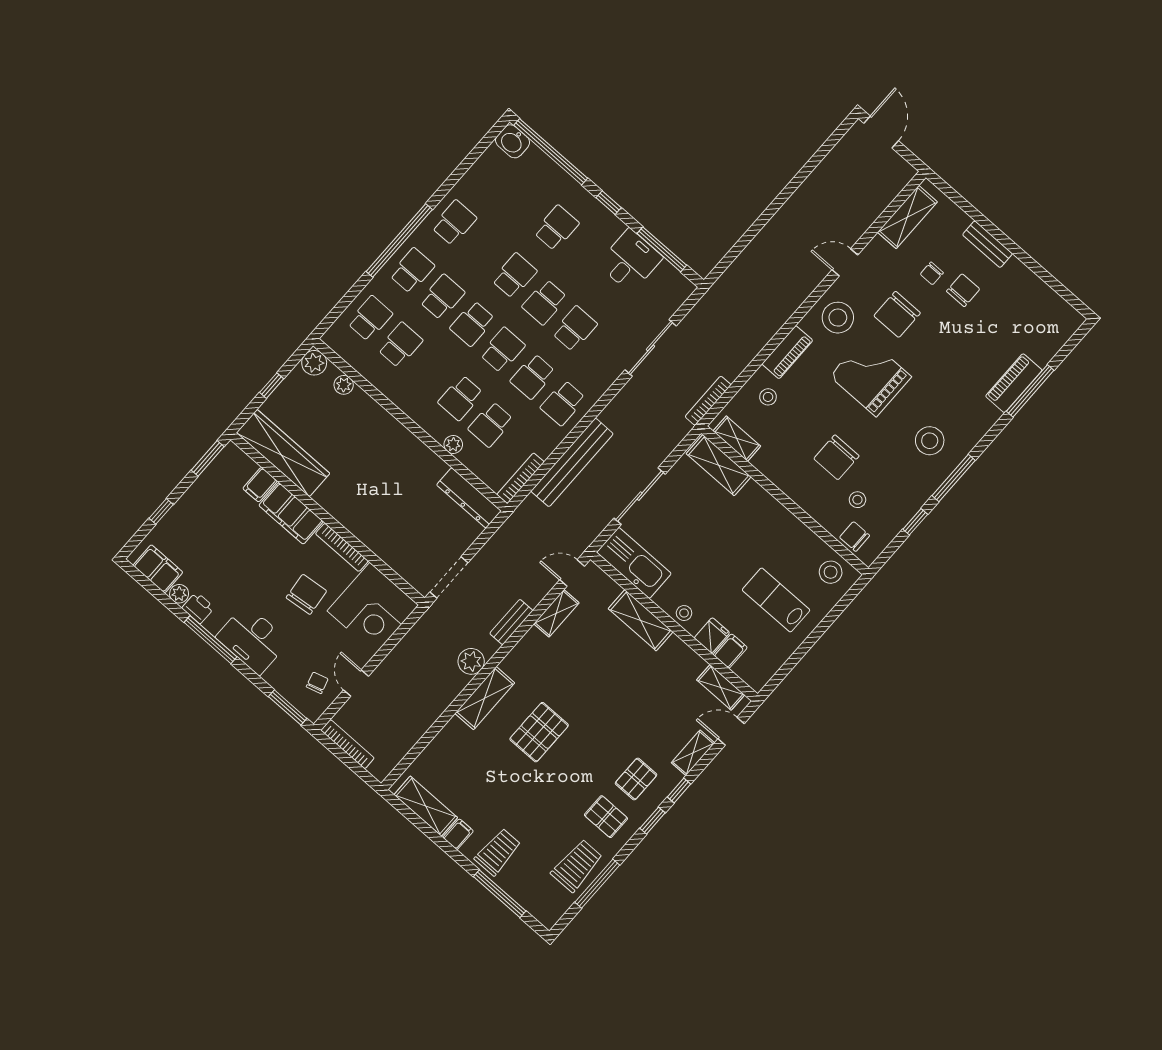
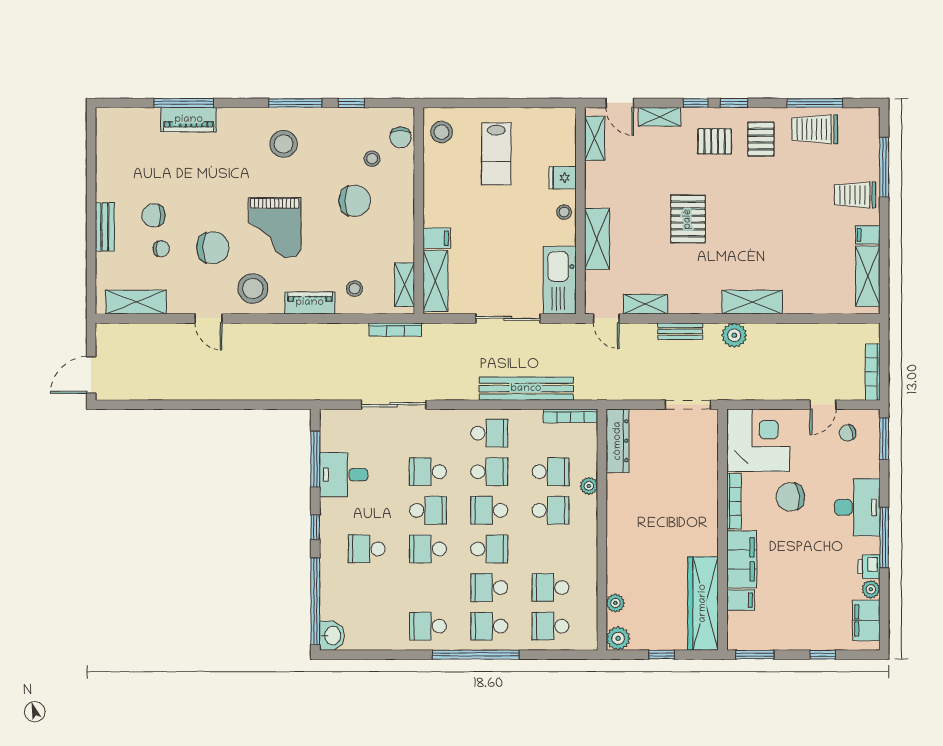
filing cabinet: (730, 651) -> (437, 238), moved, turned 180
pallet: (539, 732) -> (688, 219), moved, turned 90

